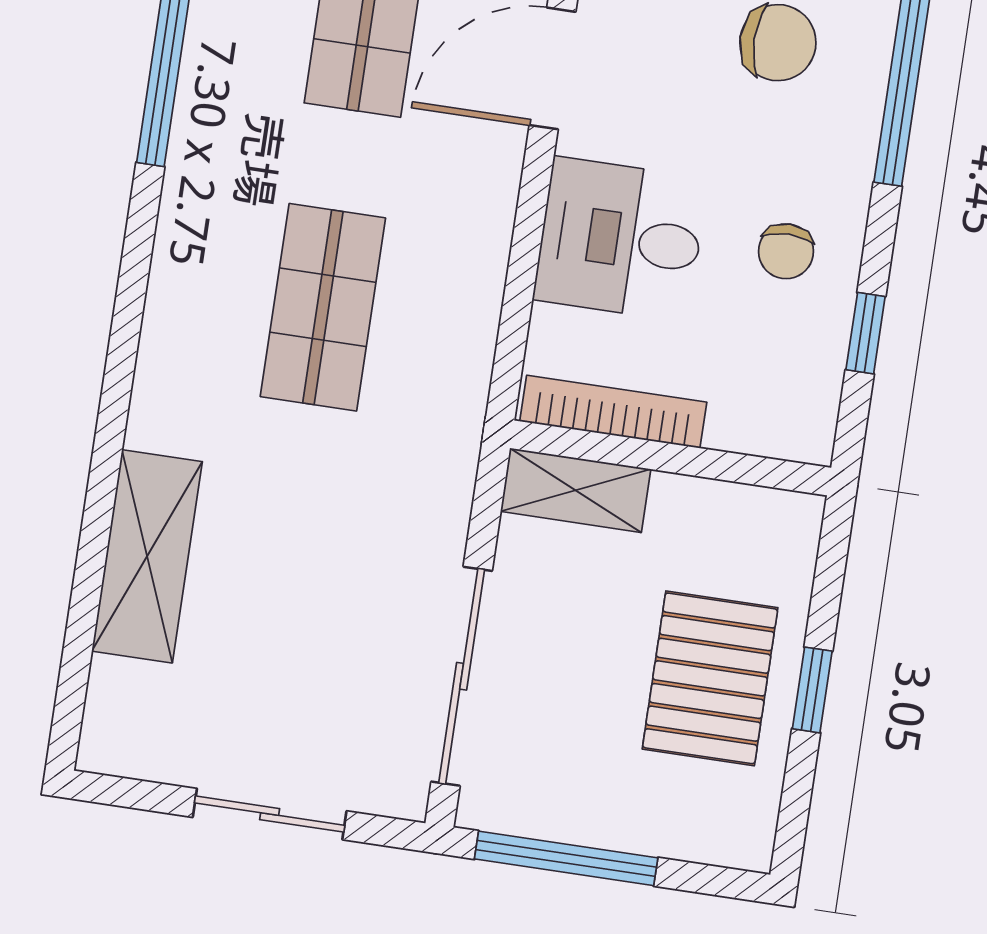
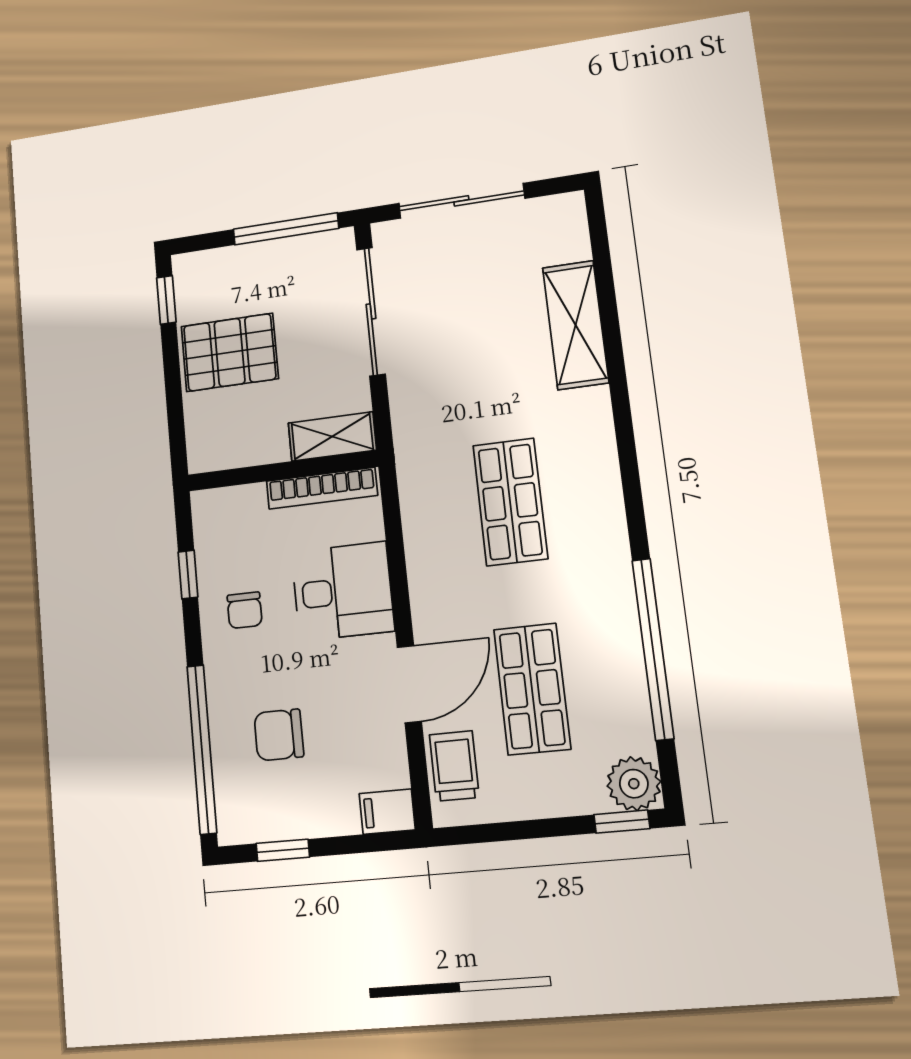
chair: (786, 251) -> (245, 610), turned 180
pallet: (710, 678) -> (230, 352), turned 90
window: (812, 690) -> (166, 300), moved
sliding door: (270, 814) -> (461, 201), width x1.37

